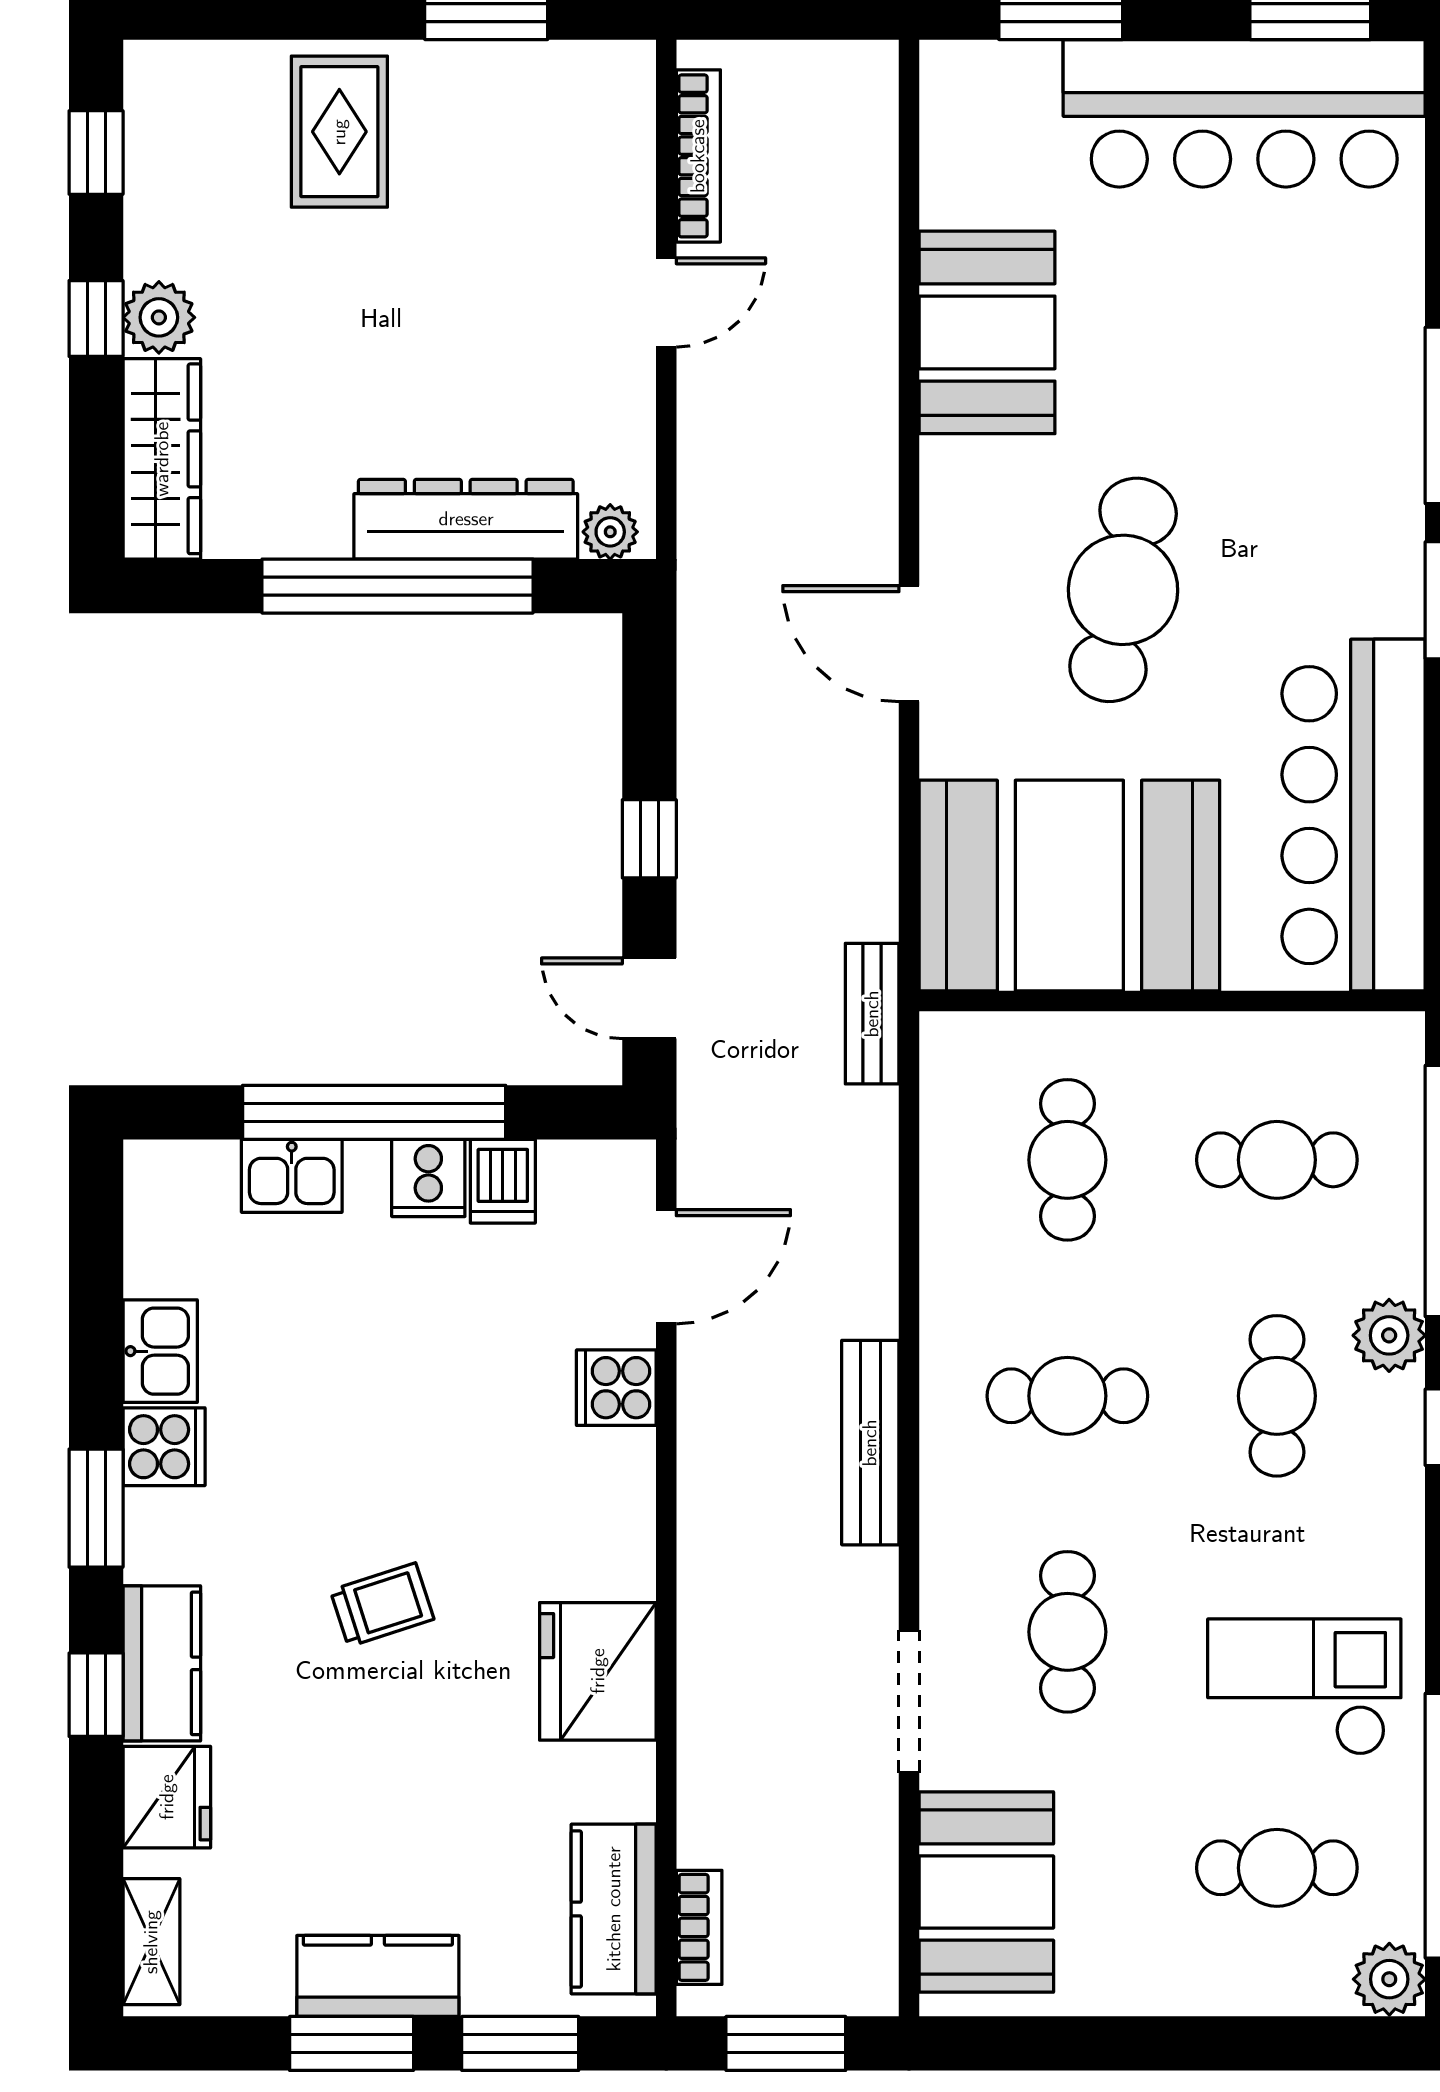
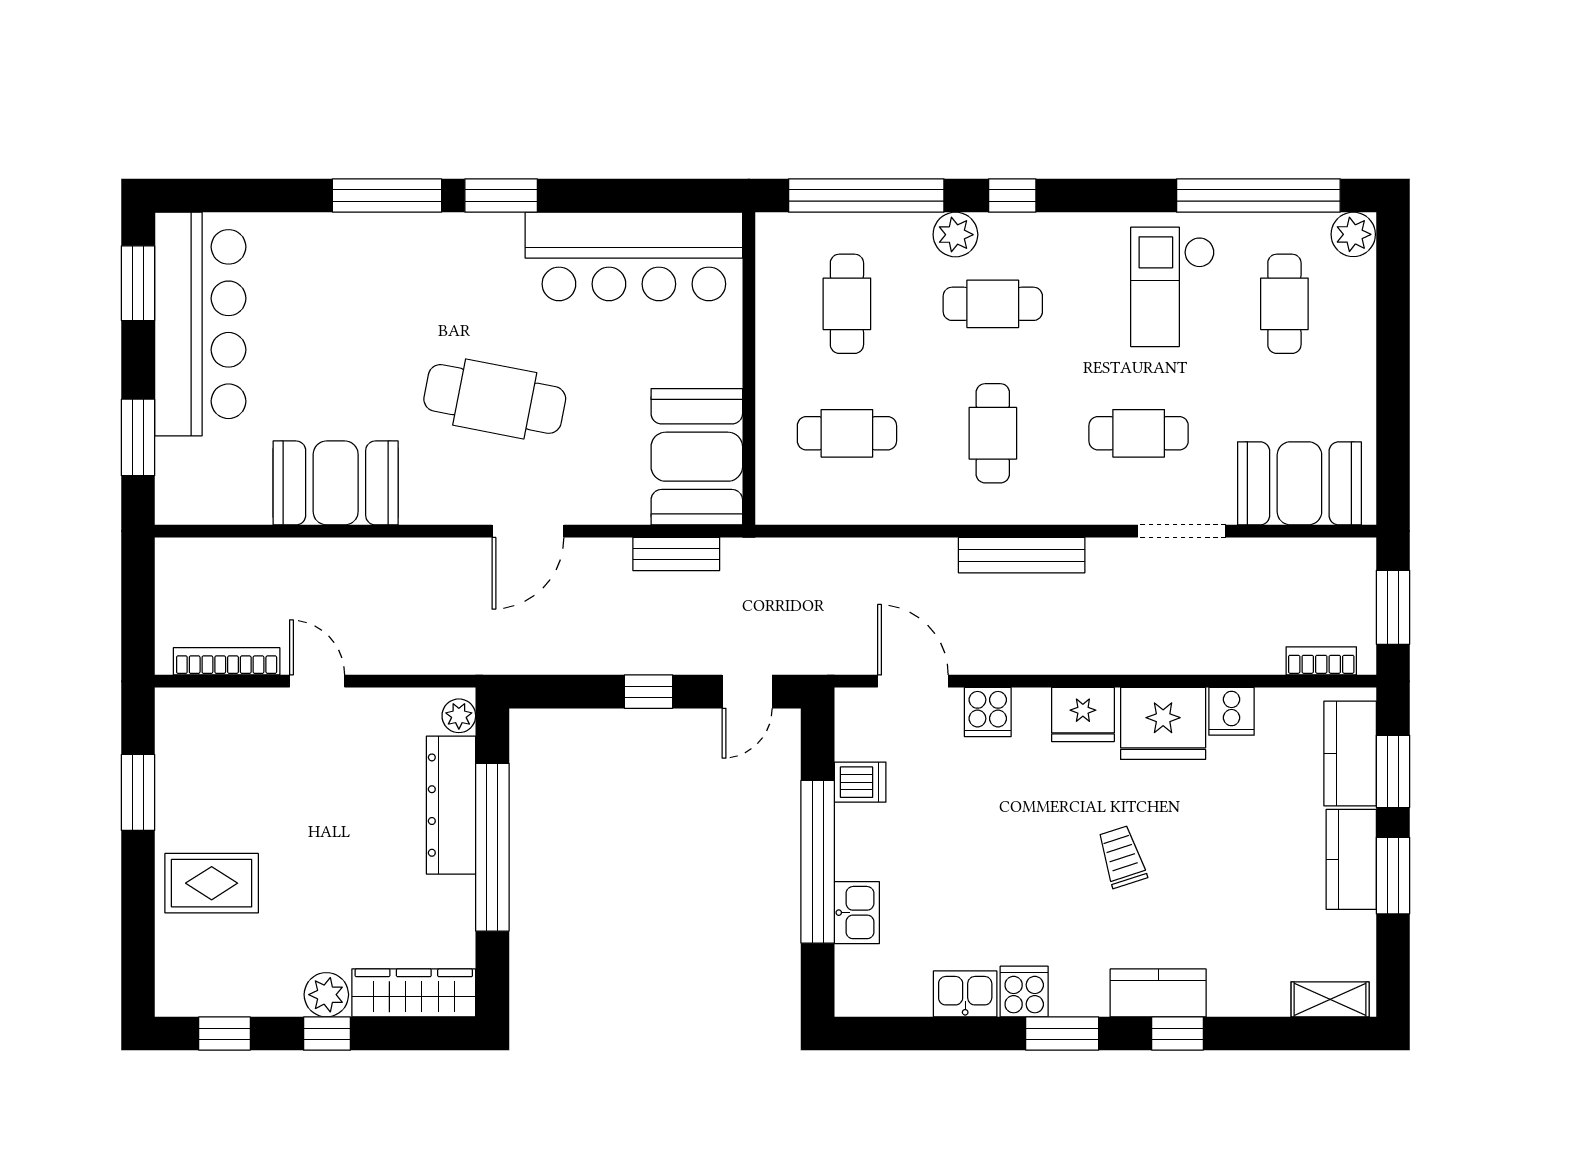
booth: (1069, 886) -> (697, 457), width x0.73, depth x0.70
bench: (872, 1014) -> (676, 554), moved
cooker: (428, 1178) -> (1232, 711), moved, turned 90
fridge: (167, 1797) -> (1083, 715), moved, turned 180
kitchen counter: (614, 1909) -> (1350, 754), moved, turned 90

